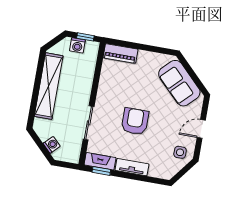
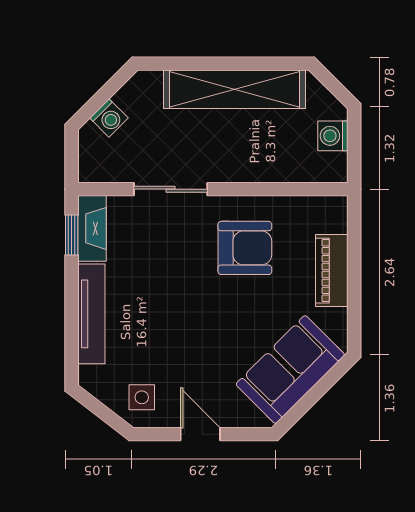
window: (85, 37) -> (354, 150), removed
piano: (120, 54) -> (332, 271), moved
armchair: (135, 121) -> (245, 248), moved
tv unit: (132, 167) -> (91, 314), width x1.41

